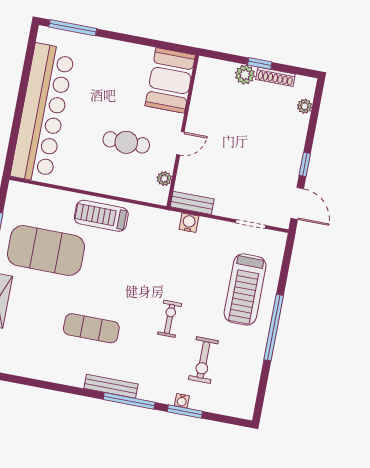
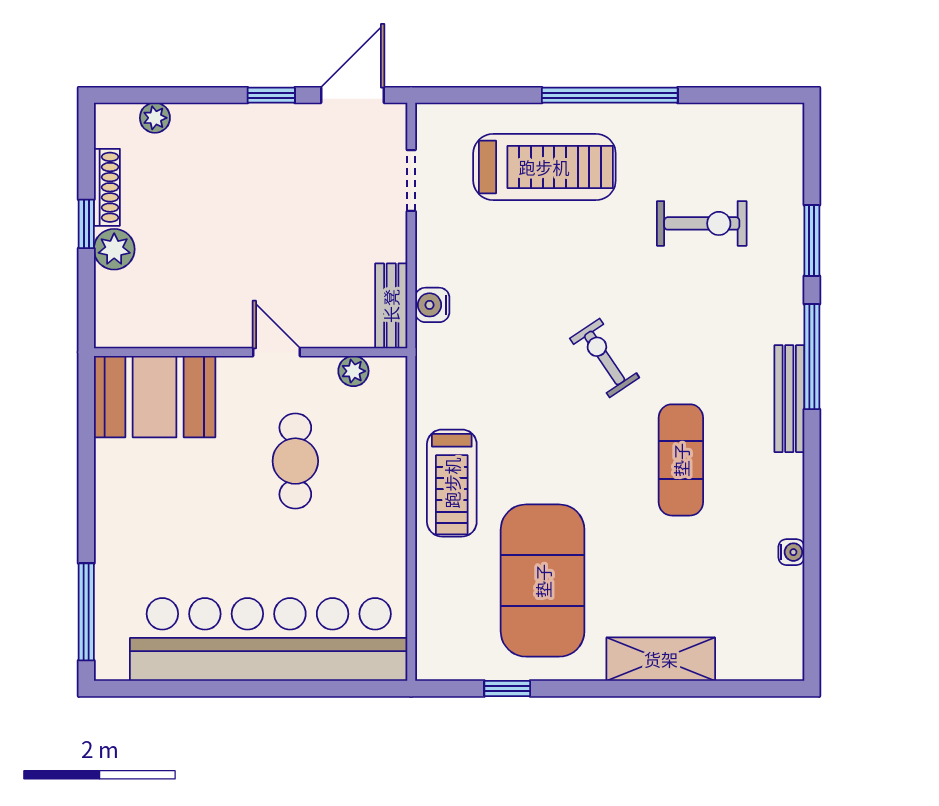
exercise bike: (170, 319) -> (605, 358), moved, turned 56
water cooler: (182, 401) -> (791, 552), moved

